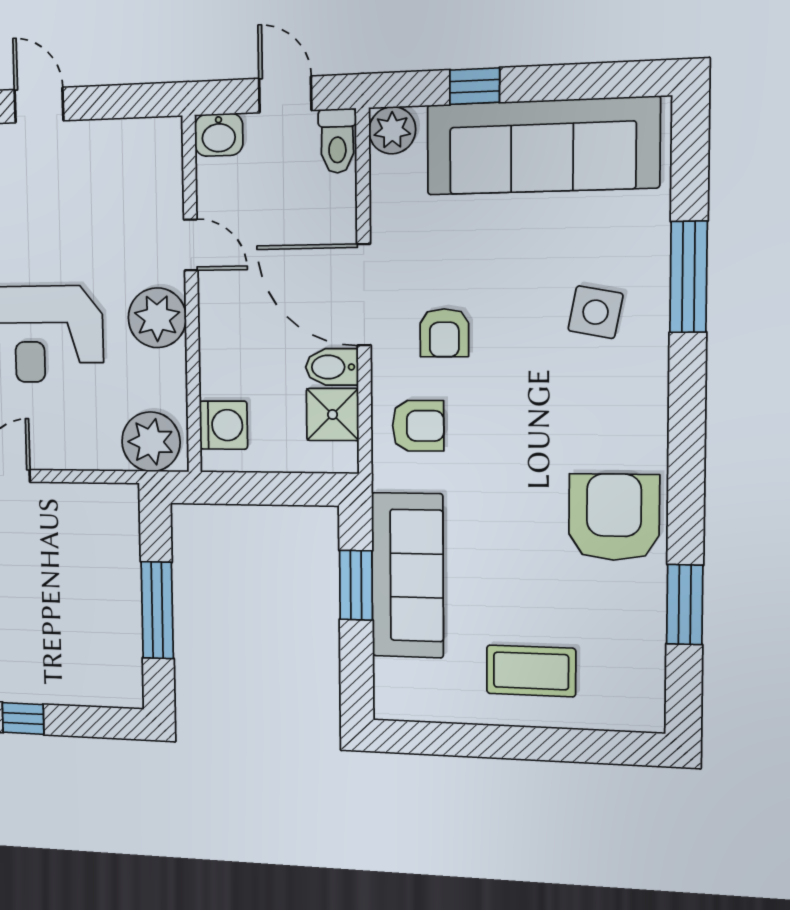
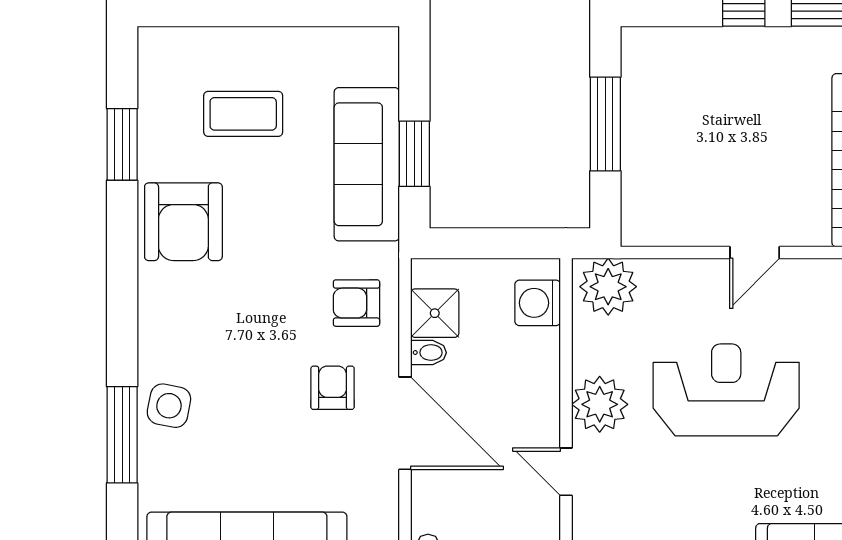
side table: (595, 312) -> (169, 406), moved
bidet: (332, 367) -> (428, 353), width x0.72, depth x0.74
coffee table: (531, 671) -> (243, 114), moved

